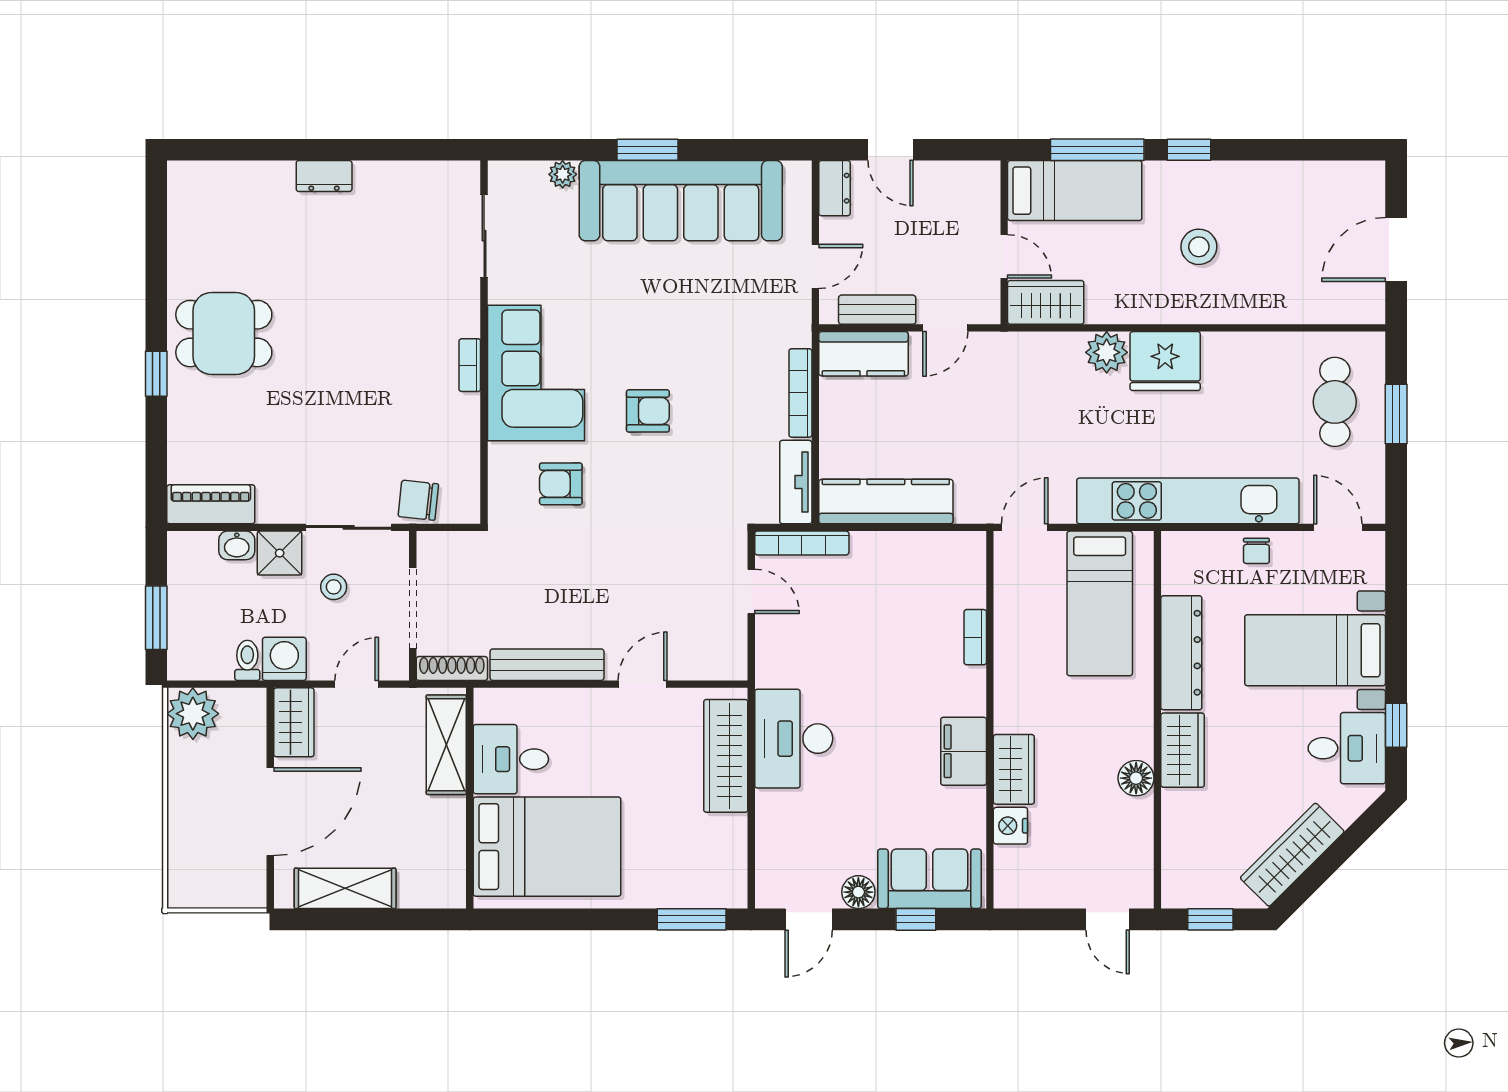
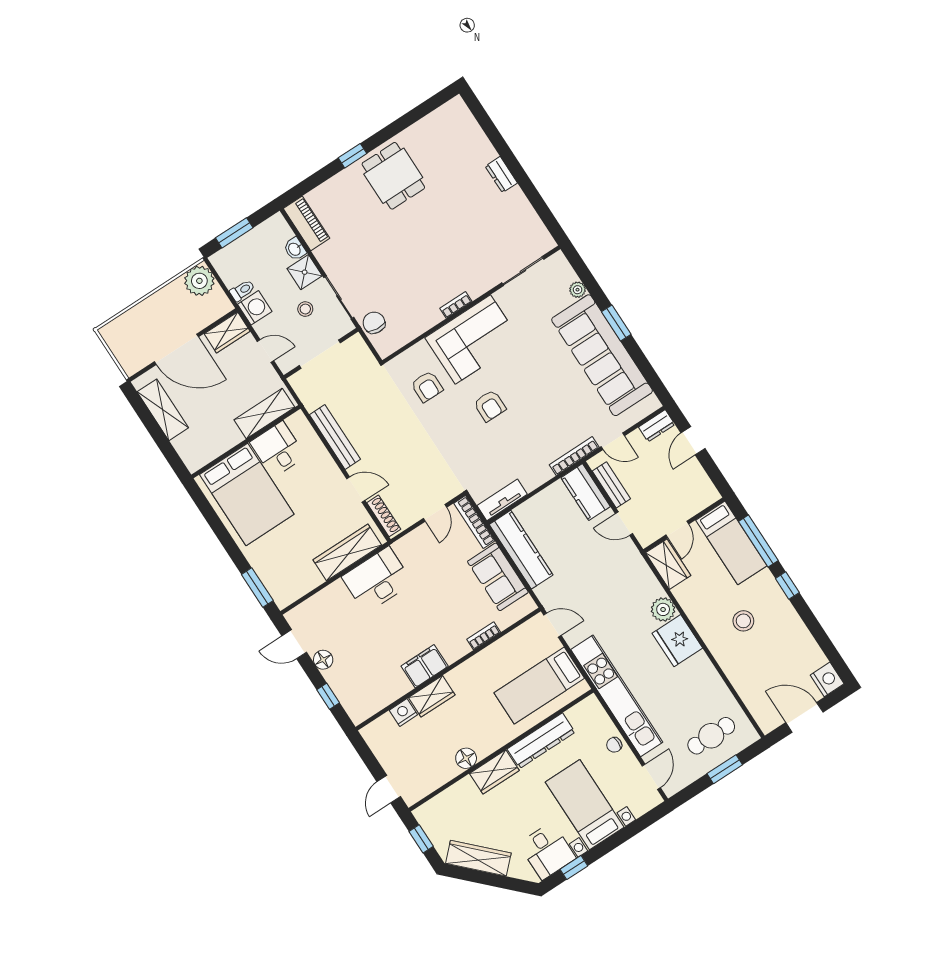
nightstand: (1363, 181) -> (827, 679), added
bookcase: (800, 393) -> (574, 456), moved
armchair: (561, 484) -> (427, 387), turned 180
shoe rack: (452, 669) -> (384, 516), moved
sofa: (929, 879) -> (498, 577), moved, turned 180

